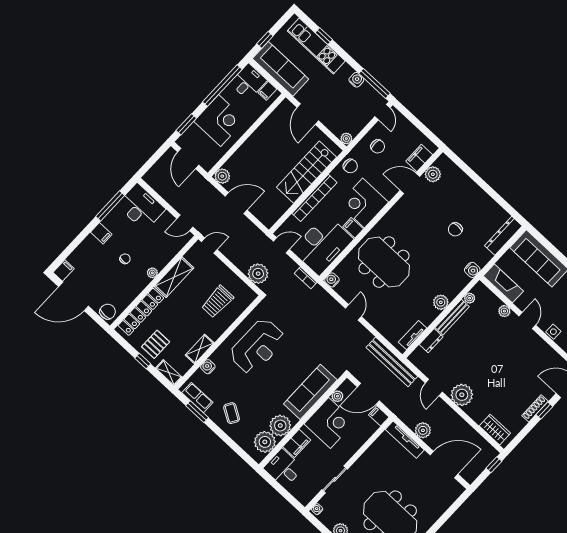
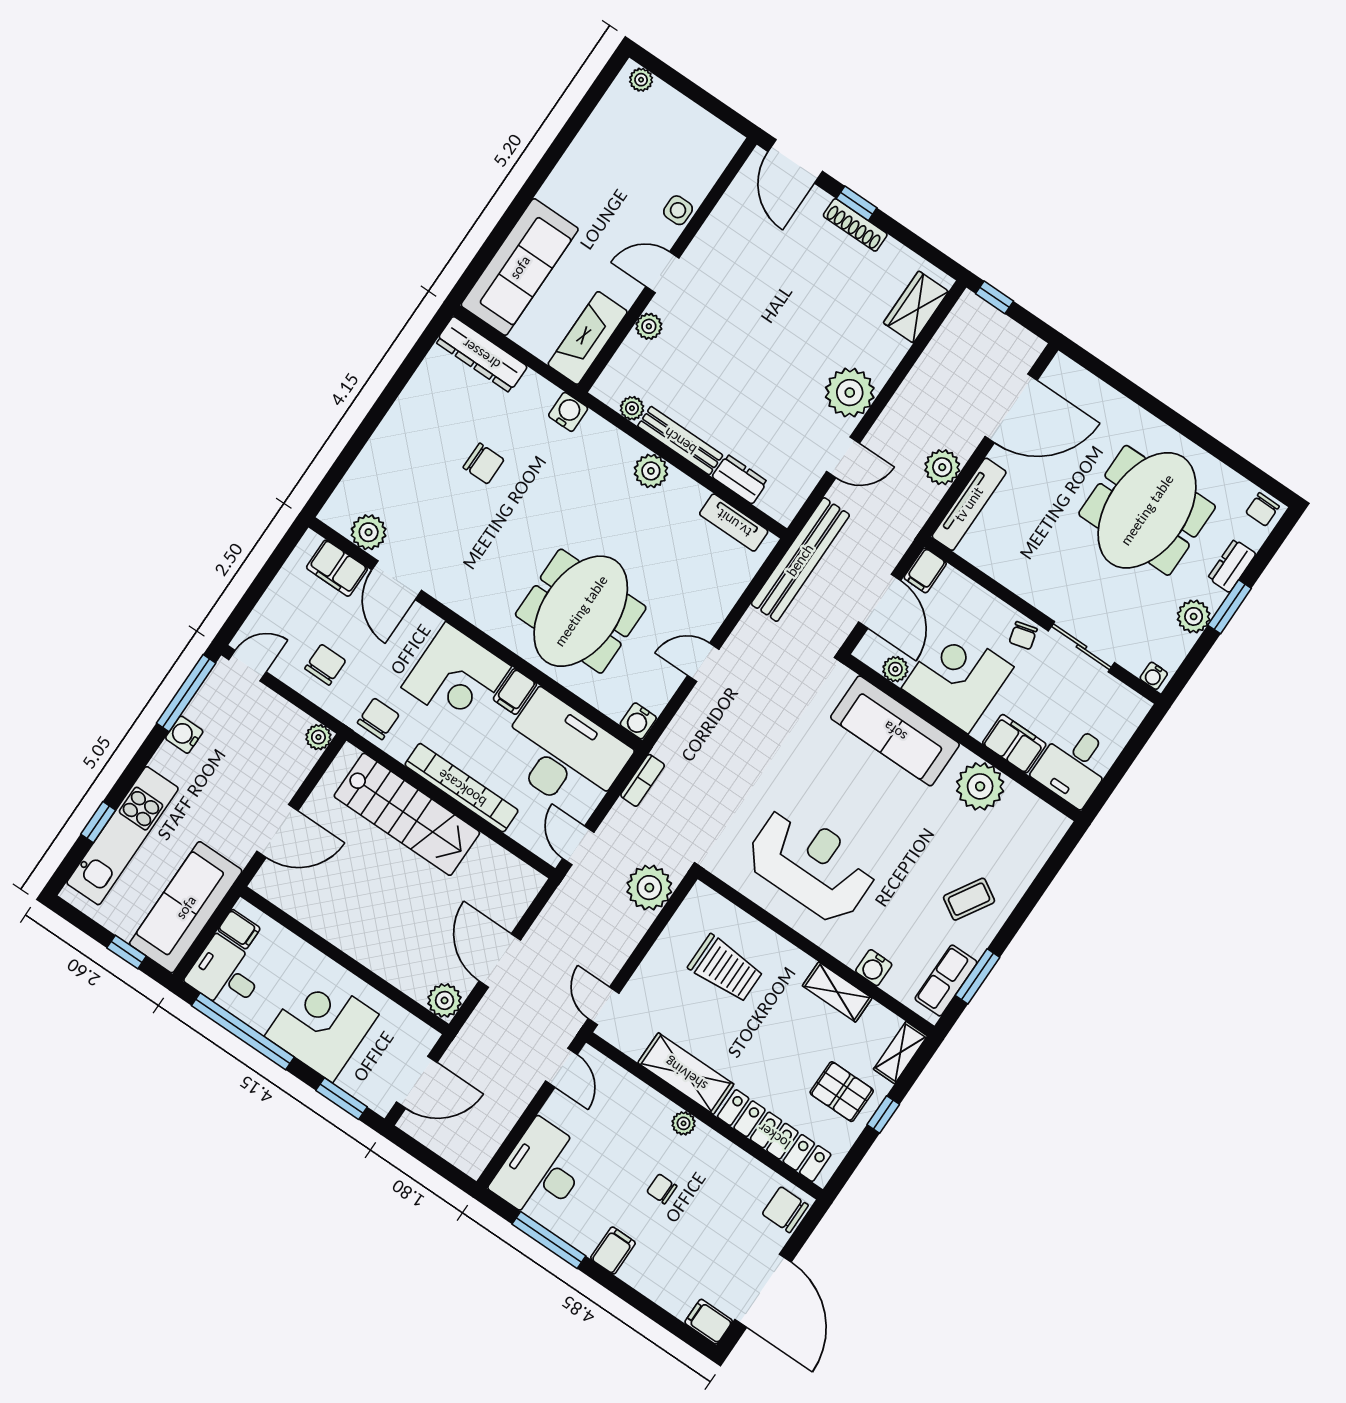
plant: (265, 442) -> (1022, 815), removed
chair: (344, 455) -> (1023, 636), added
door: (444, 465) -> (1011, 408), swing flipped

